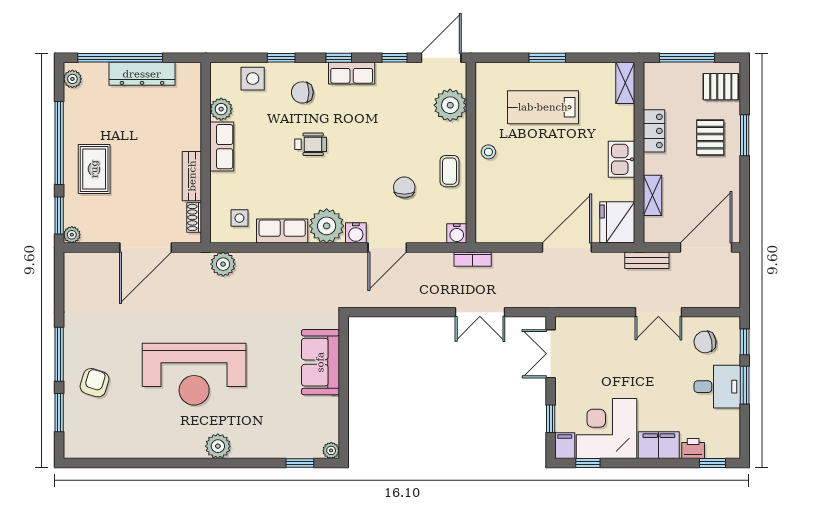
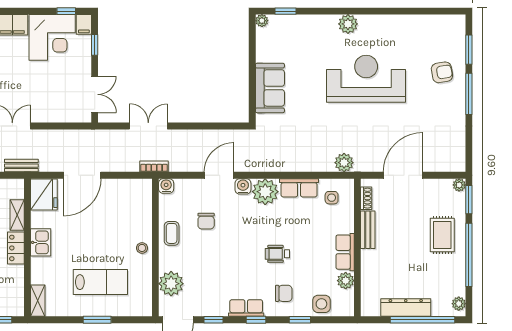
locker: (654, 131) -> (16, 248), moved
armchair: (94, 383) -> (442, 72), turned -117

